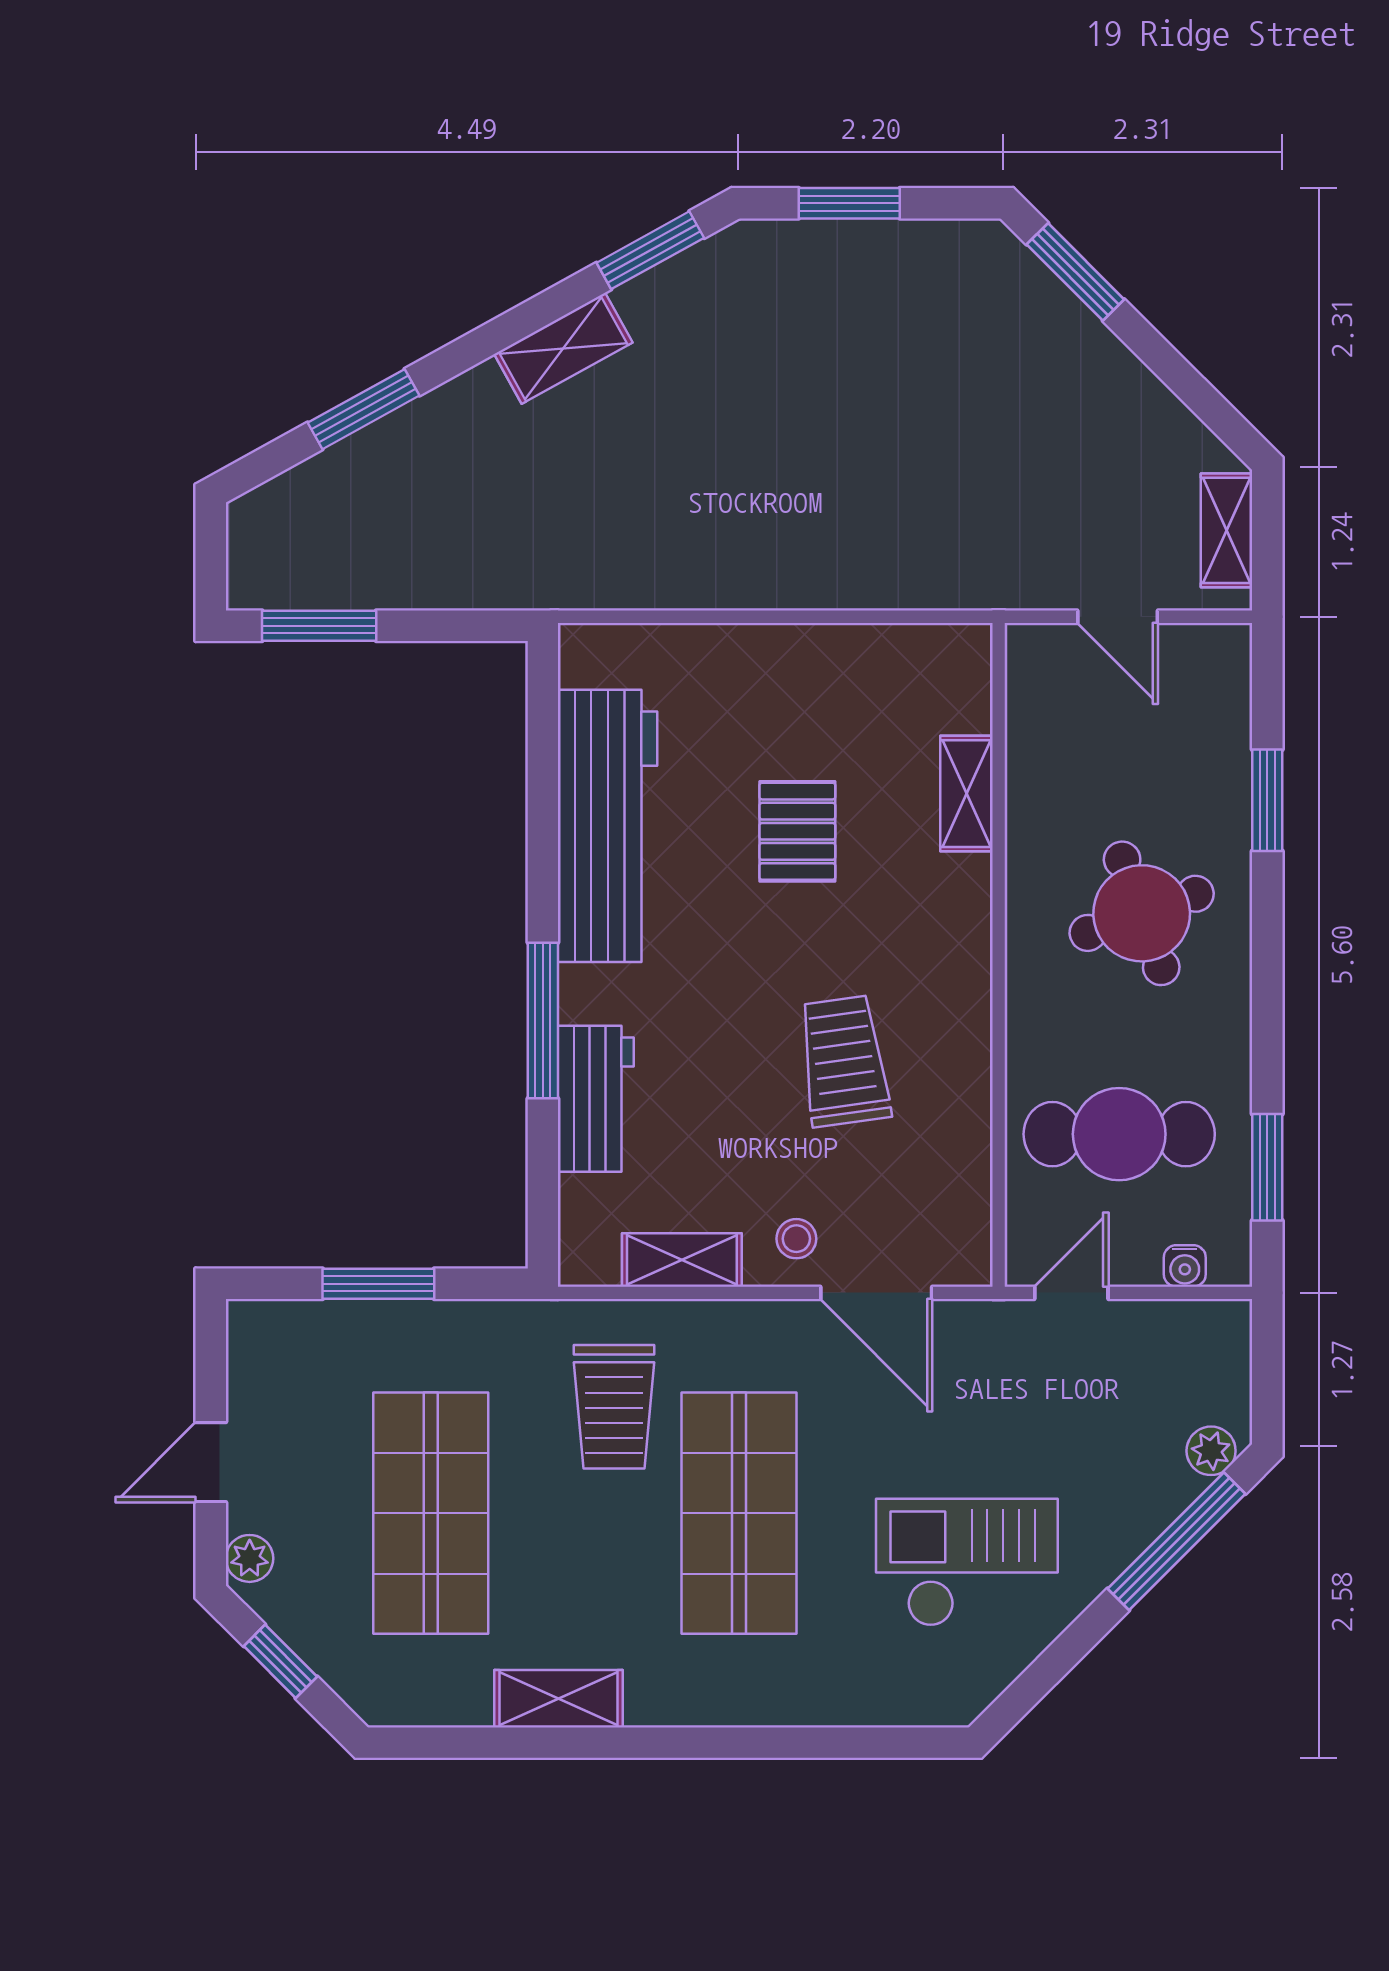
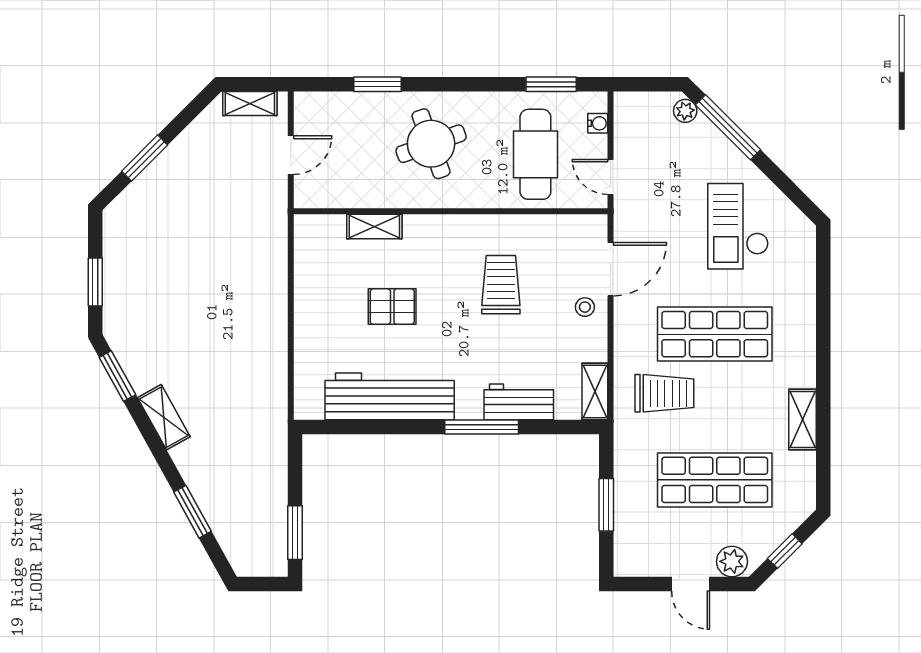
window: (1075, 272) -> (145, 158), moved
trolley: (844, 1061) -> (501, 285), turned 98
shelving: (682, 1260) -> (595, 391), moved
plant: (250, 1558) -> (732, 561), width x1.38, depth x1.38

